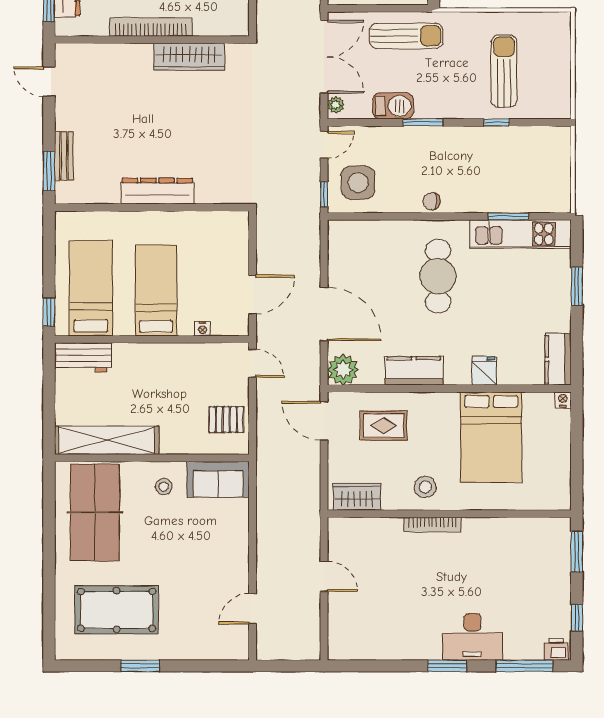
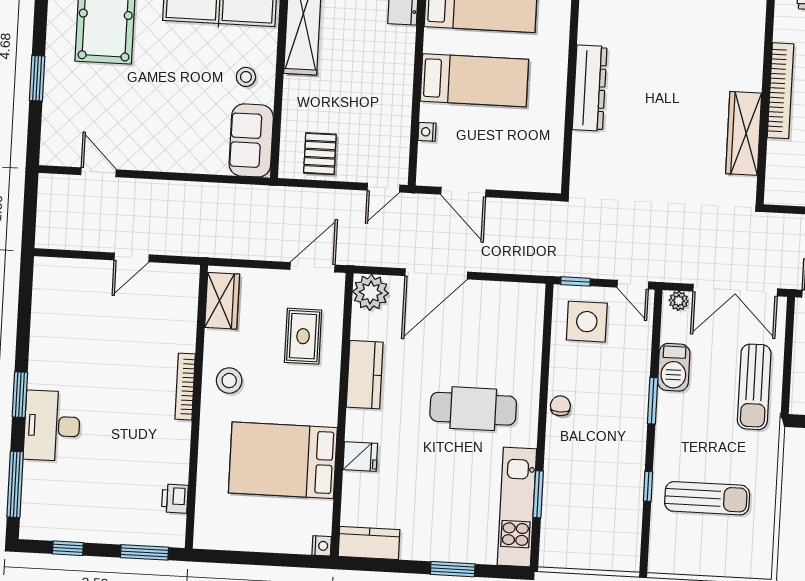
printer: (556, 649) -> (175, 499), moved, turned 180
window: (140, 666) -> (37, 78), moved

